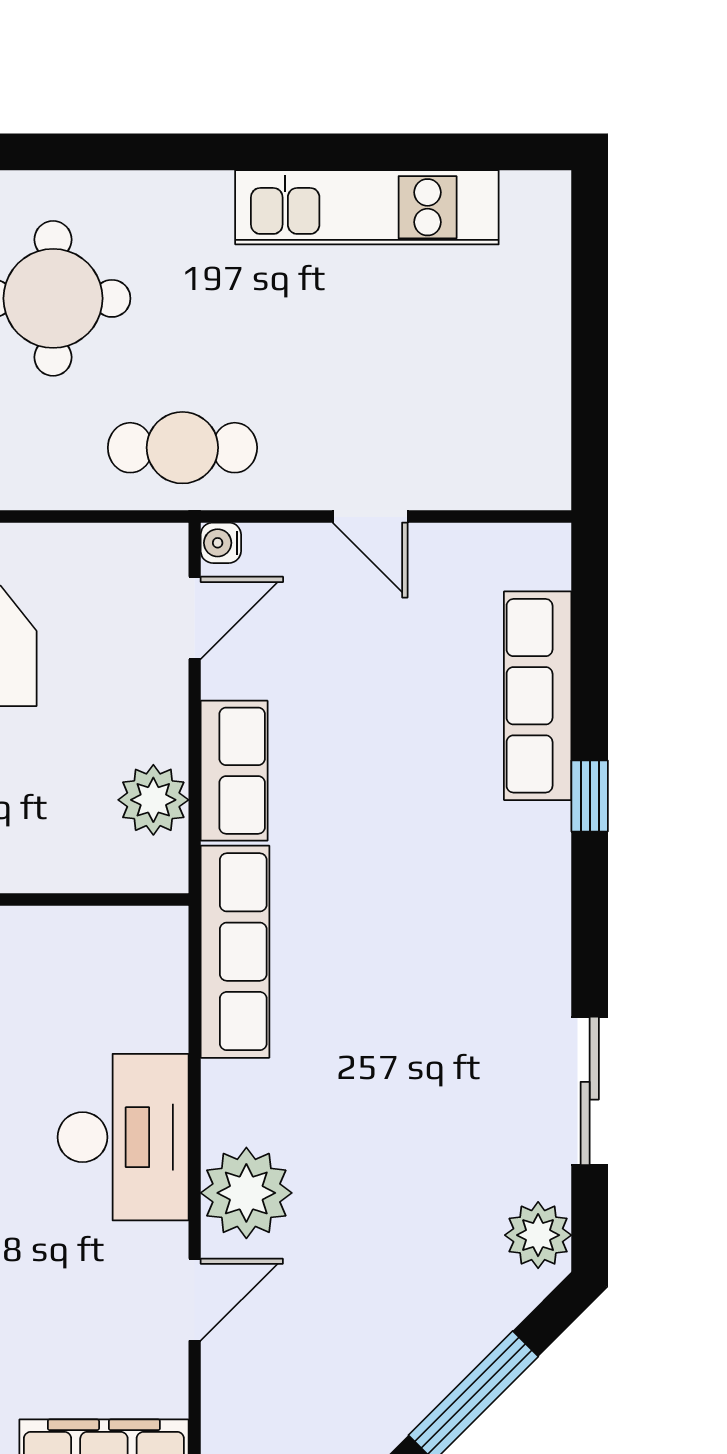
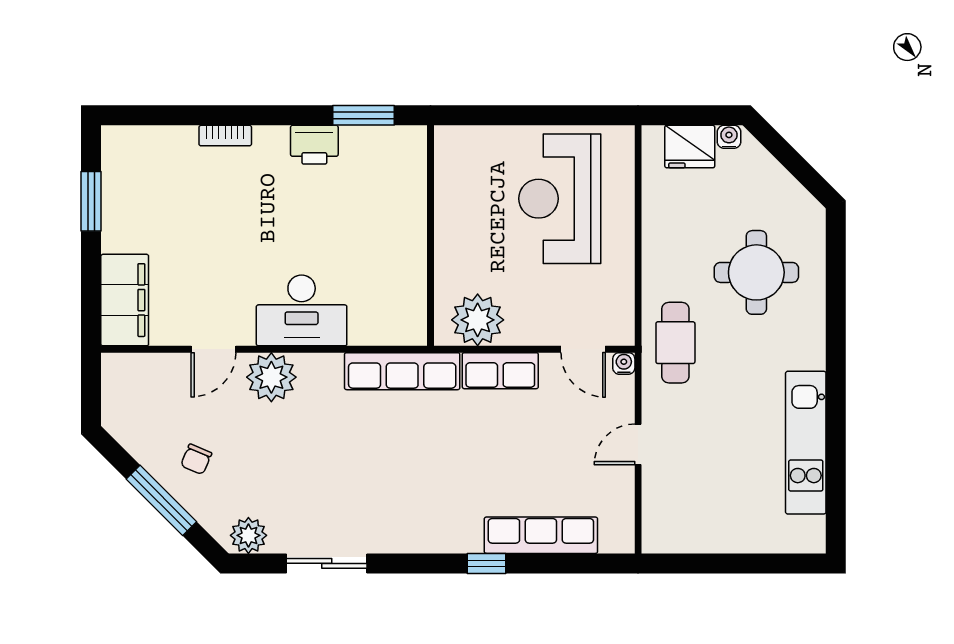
plant: (153, 800) -> (478, 320), width x1.36, depth x1.36
door: (195, 1300) -> (214, 349), hinge flipped
chair: (398, 1332) -> (196, 459), added

